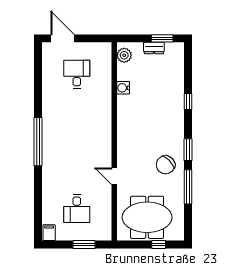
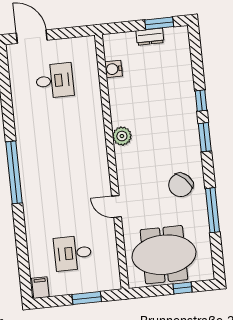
plant: (124, 55) -> (122, 136), moved
desk: (77, 74) -> (55, 81), turned 90
water cooler: (123, 88) -> (113, 69), moved
window: (188, 150) -> (205, 137), moved
desk: (77, 209) -> (73, 253), turned 90

